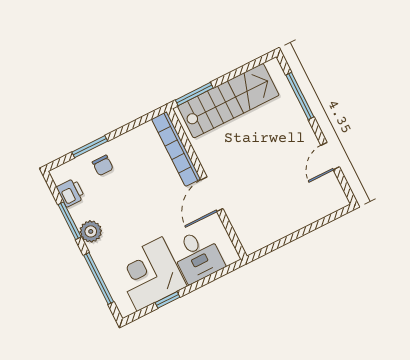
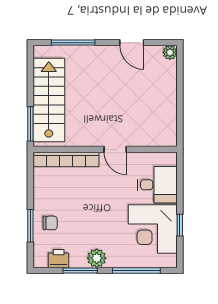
door: (212, 194) -> (115, 149), width x0.73
plant: (340, 200) -> (170, 52), added

